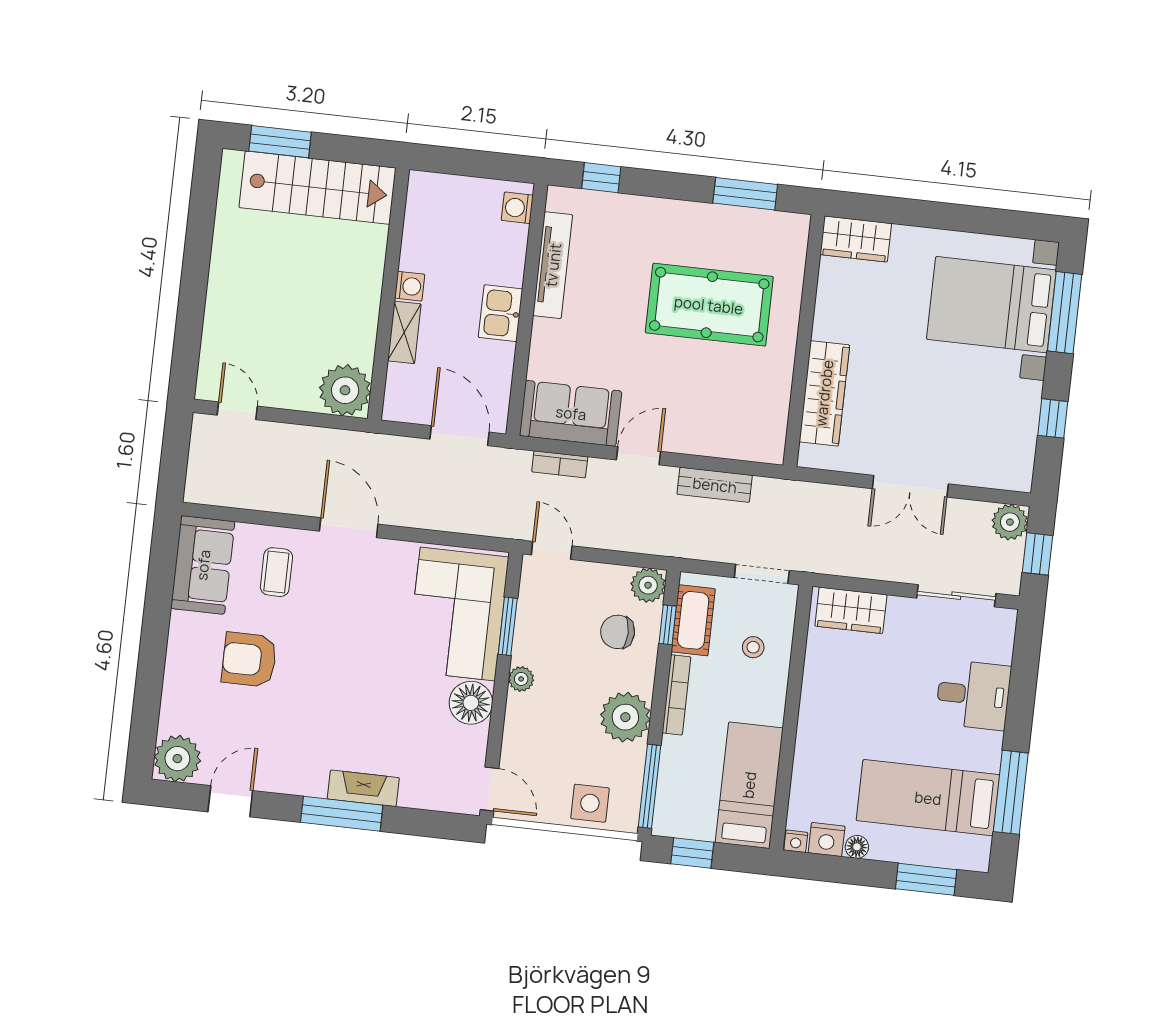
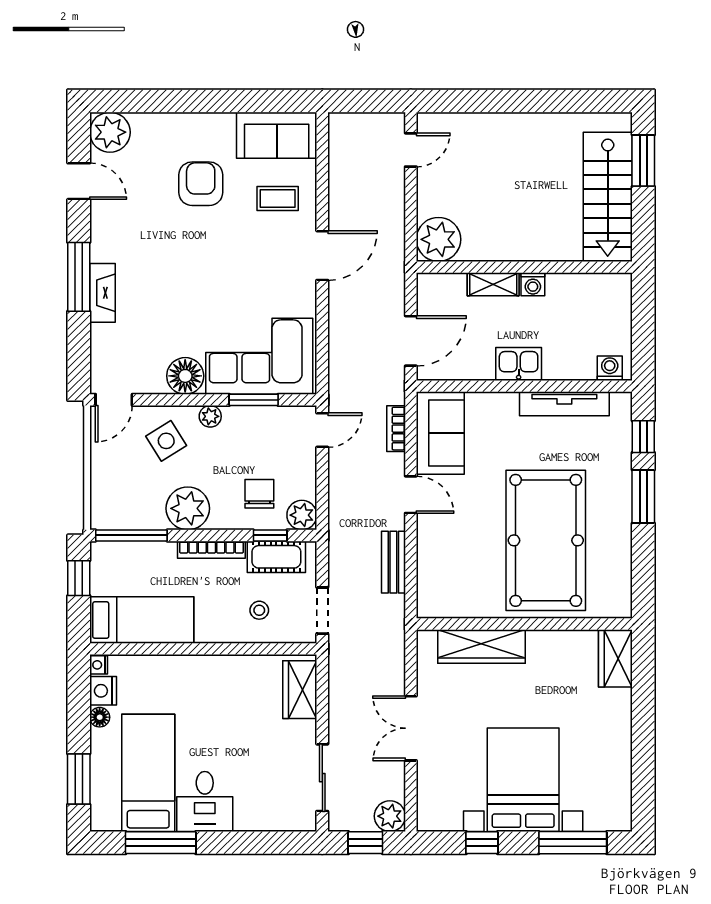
window: (745, 194) -> (643, 497), moved
pool table: (709, 305) -> (546, 540), width x1.36, depth x1.32
bed with nightstands: (991, 305) -> (523, 780), moved
desk: (973, 695) -> (205, 801), moved
side table: (590, 803) -> (166, 441), moved, turned -32

